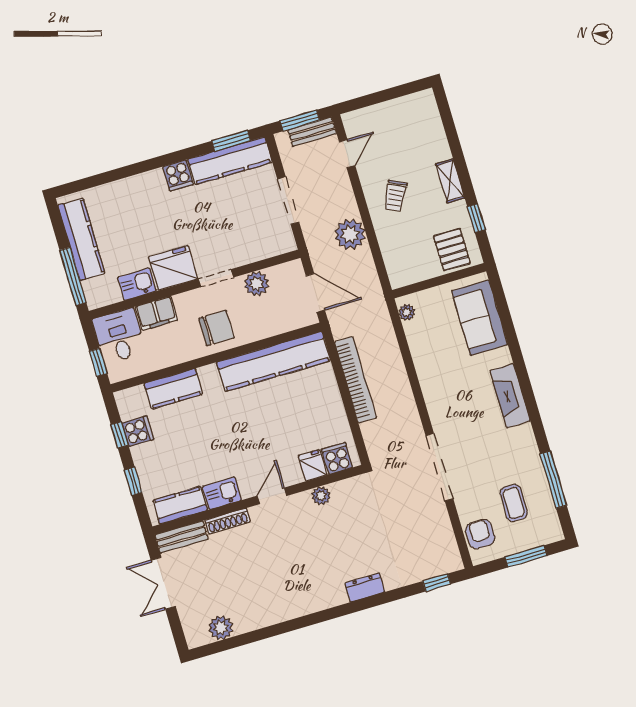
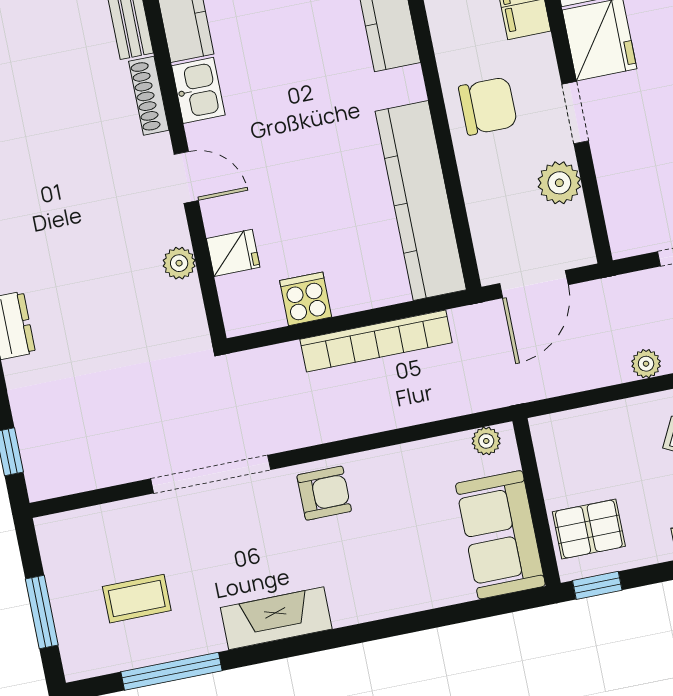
window: (476, 218) -> (597, 585), moved
plant: (350, 234) -> (646, 364), width x0.53, depth x0.53
sofa: (480, 318) -> (500, 535), moved, turned -90
chair: (216, 328) -> (488, 106), turned -90
fireplace: (510, 396) -> (276, 618), moved
cooker: (337, 458) -> (306, 299), moved, turned -90
armchair: (480, 534) -> (324, 493), moved

